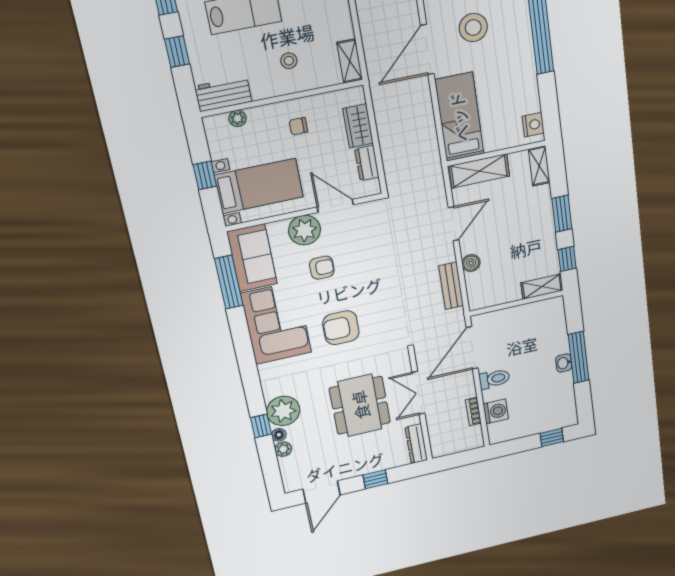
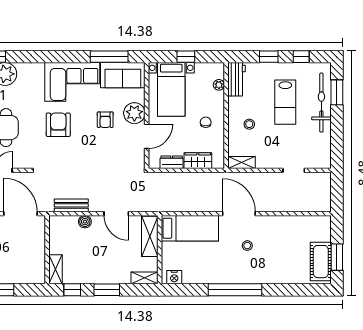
stool: (473, 28) -> (247, 246), width x0.53, depth x0.53

